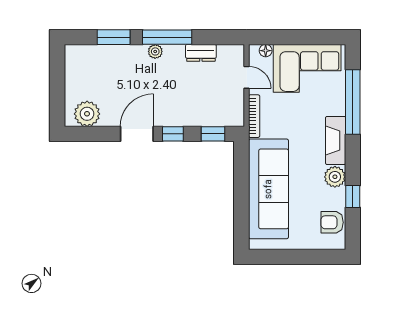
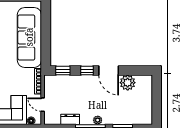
plant: (87, 114) -> (128, 83), moved
door: (137, 134) -> (109, 71), hinge flipped

